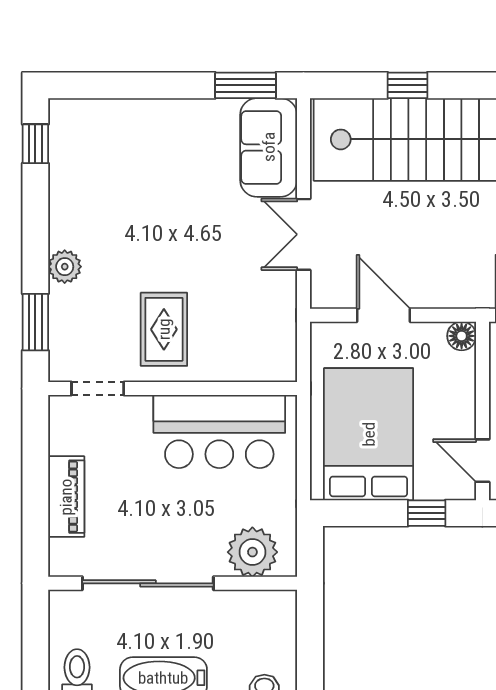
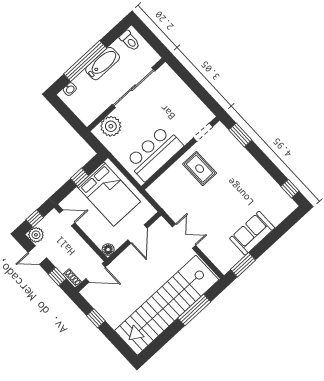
window: (408, 85) -> (194, 310), width x2.17
sofa: (269, 147) -> (252, 233), moved, turned -90
plant: (65, 267) -> (247, 160), removed
door: (383, 315) -> (137, 234), hinge flipped
piano: (66, 497) -> (182, 91), removed
window: (427, 513) -> (80, 177), moved

